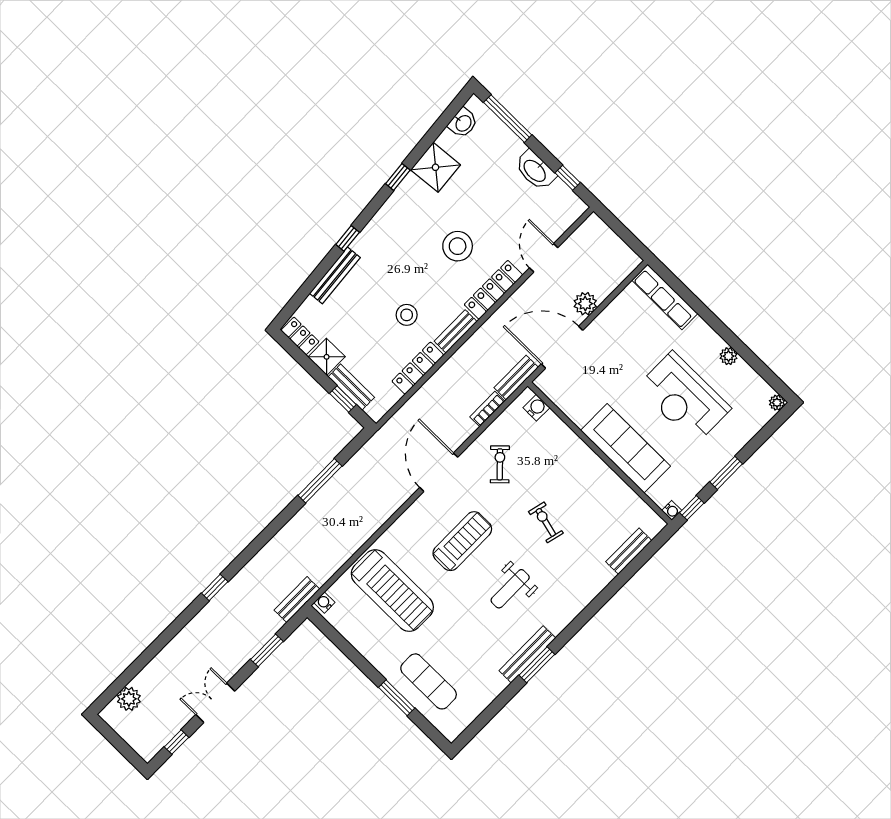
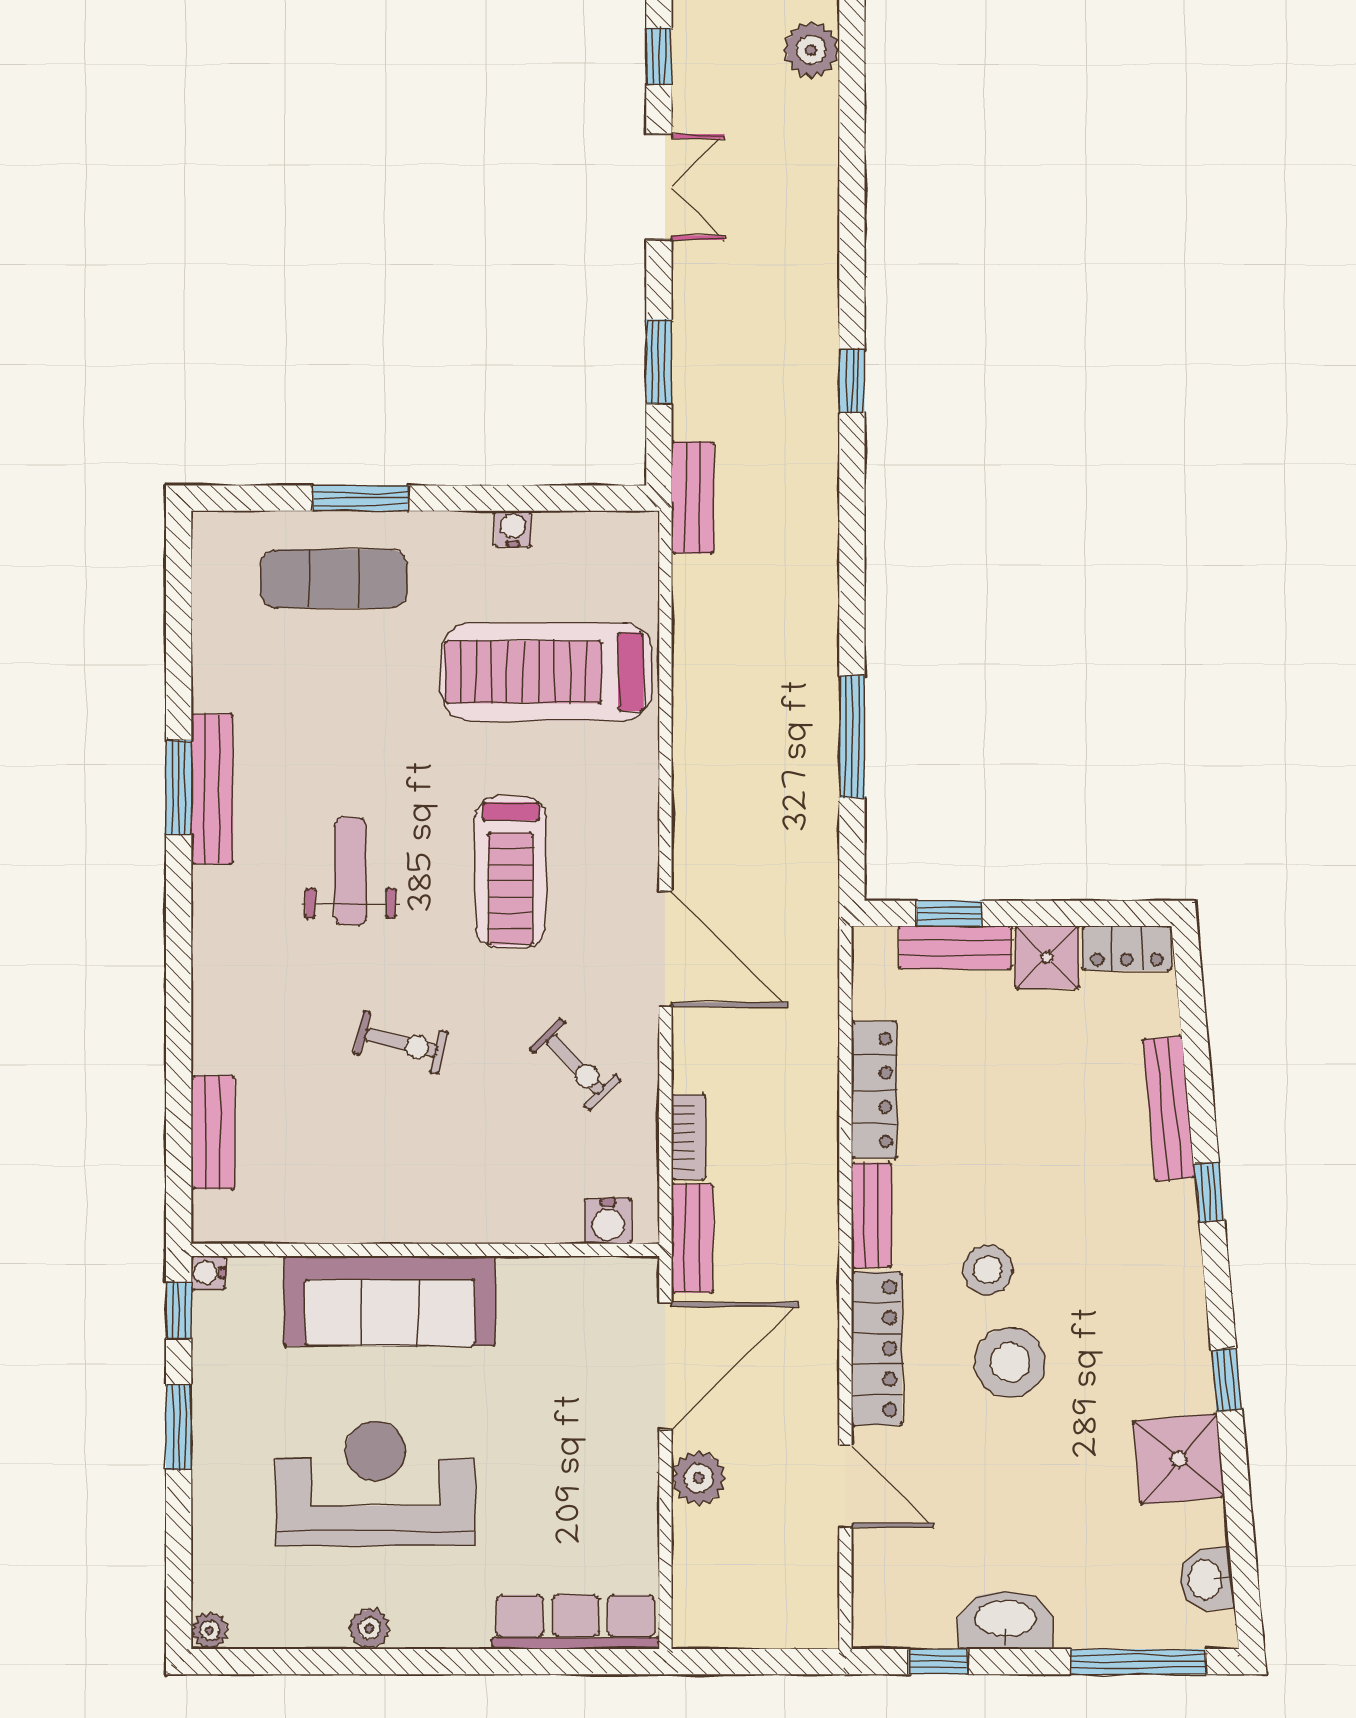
stool: (407, 315) -> (988, 1270), moved
water cooler: (324, 603) -> (513, 529), moved, turned -90

